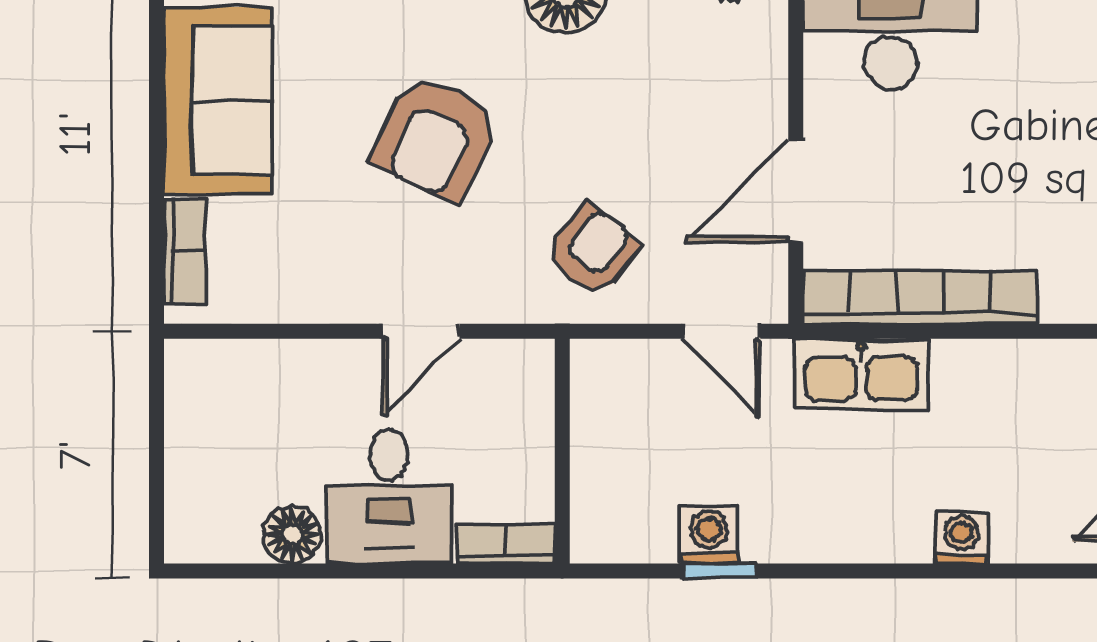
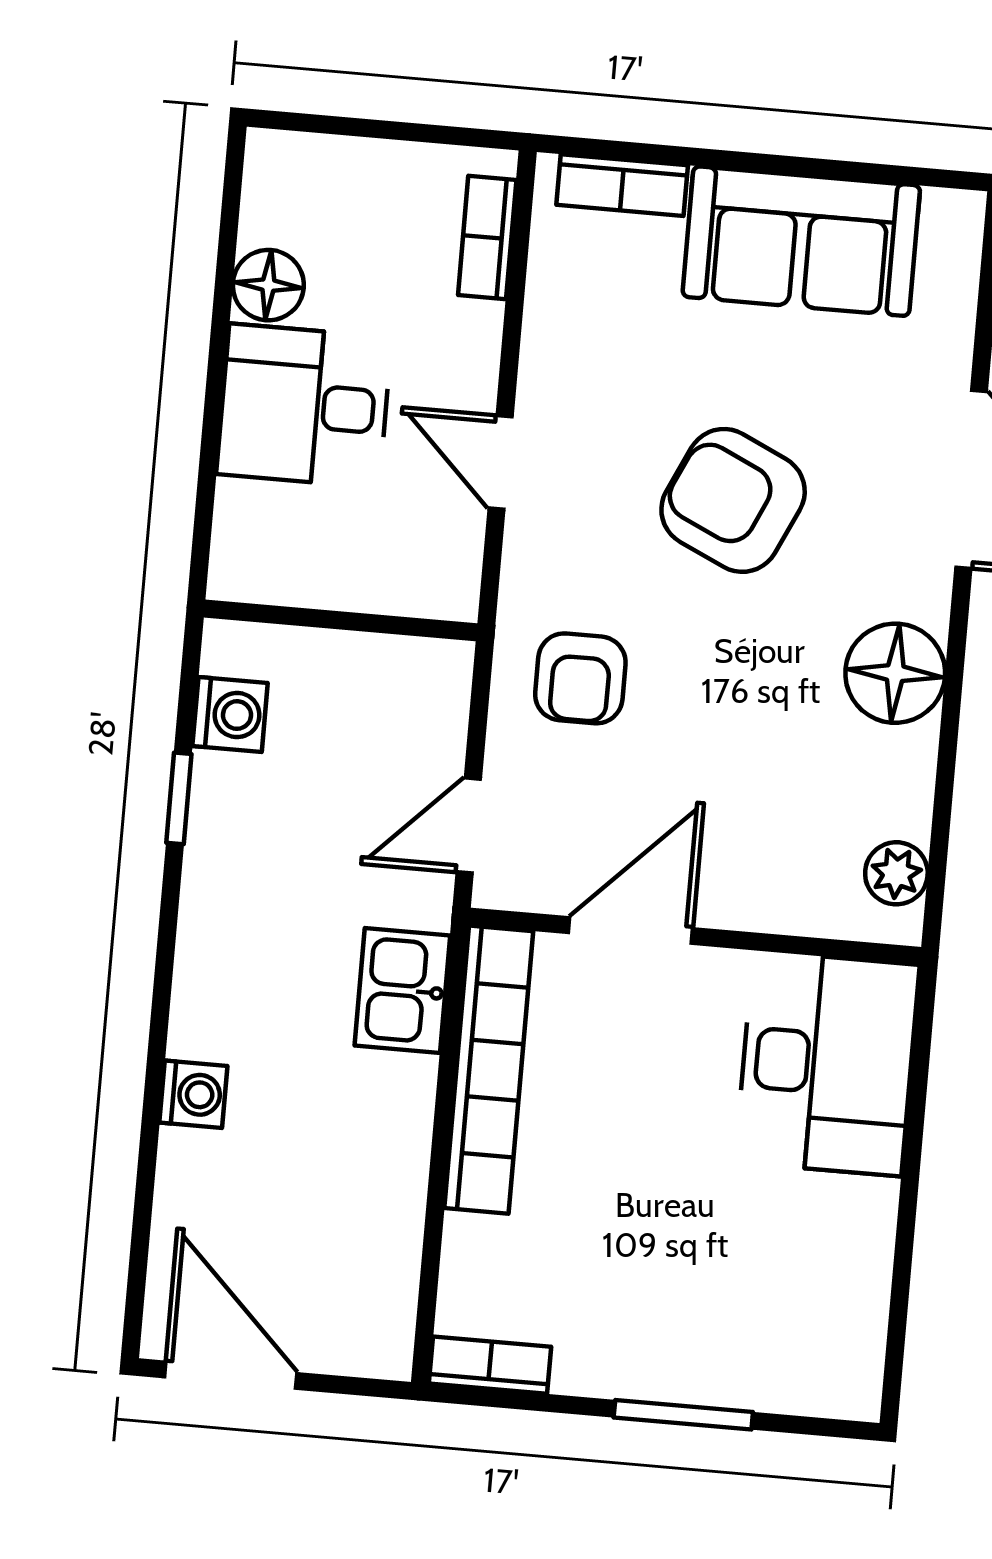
door: (796, 191) -> (630, 931), hinge flipped
armchair: (592, 250) -> (580, 678), turned 52
kitchen sink: (861, 374) -> (402, 990), width x0.73
washing machine: (709, 535) -> (230, 714), moved
bookcase: (505, 544) -> (487, 237), moved, turned 180

